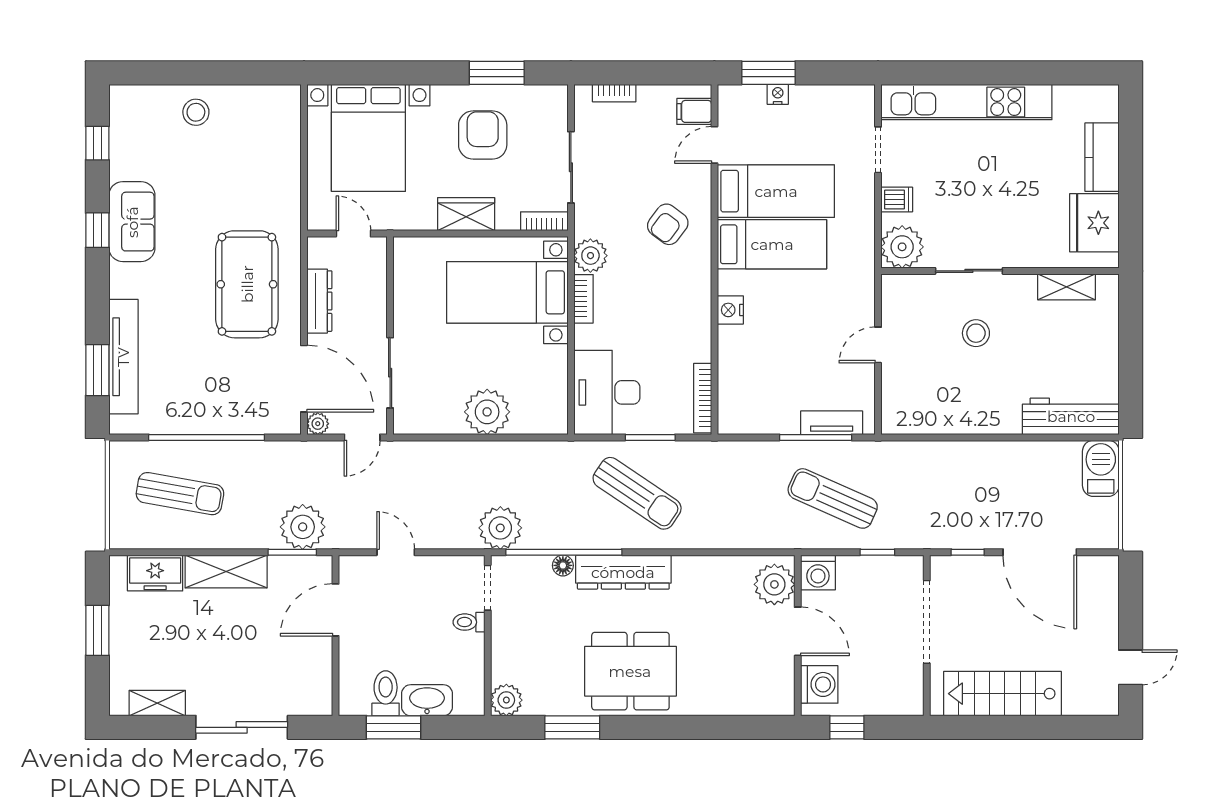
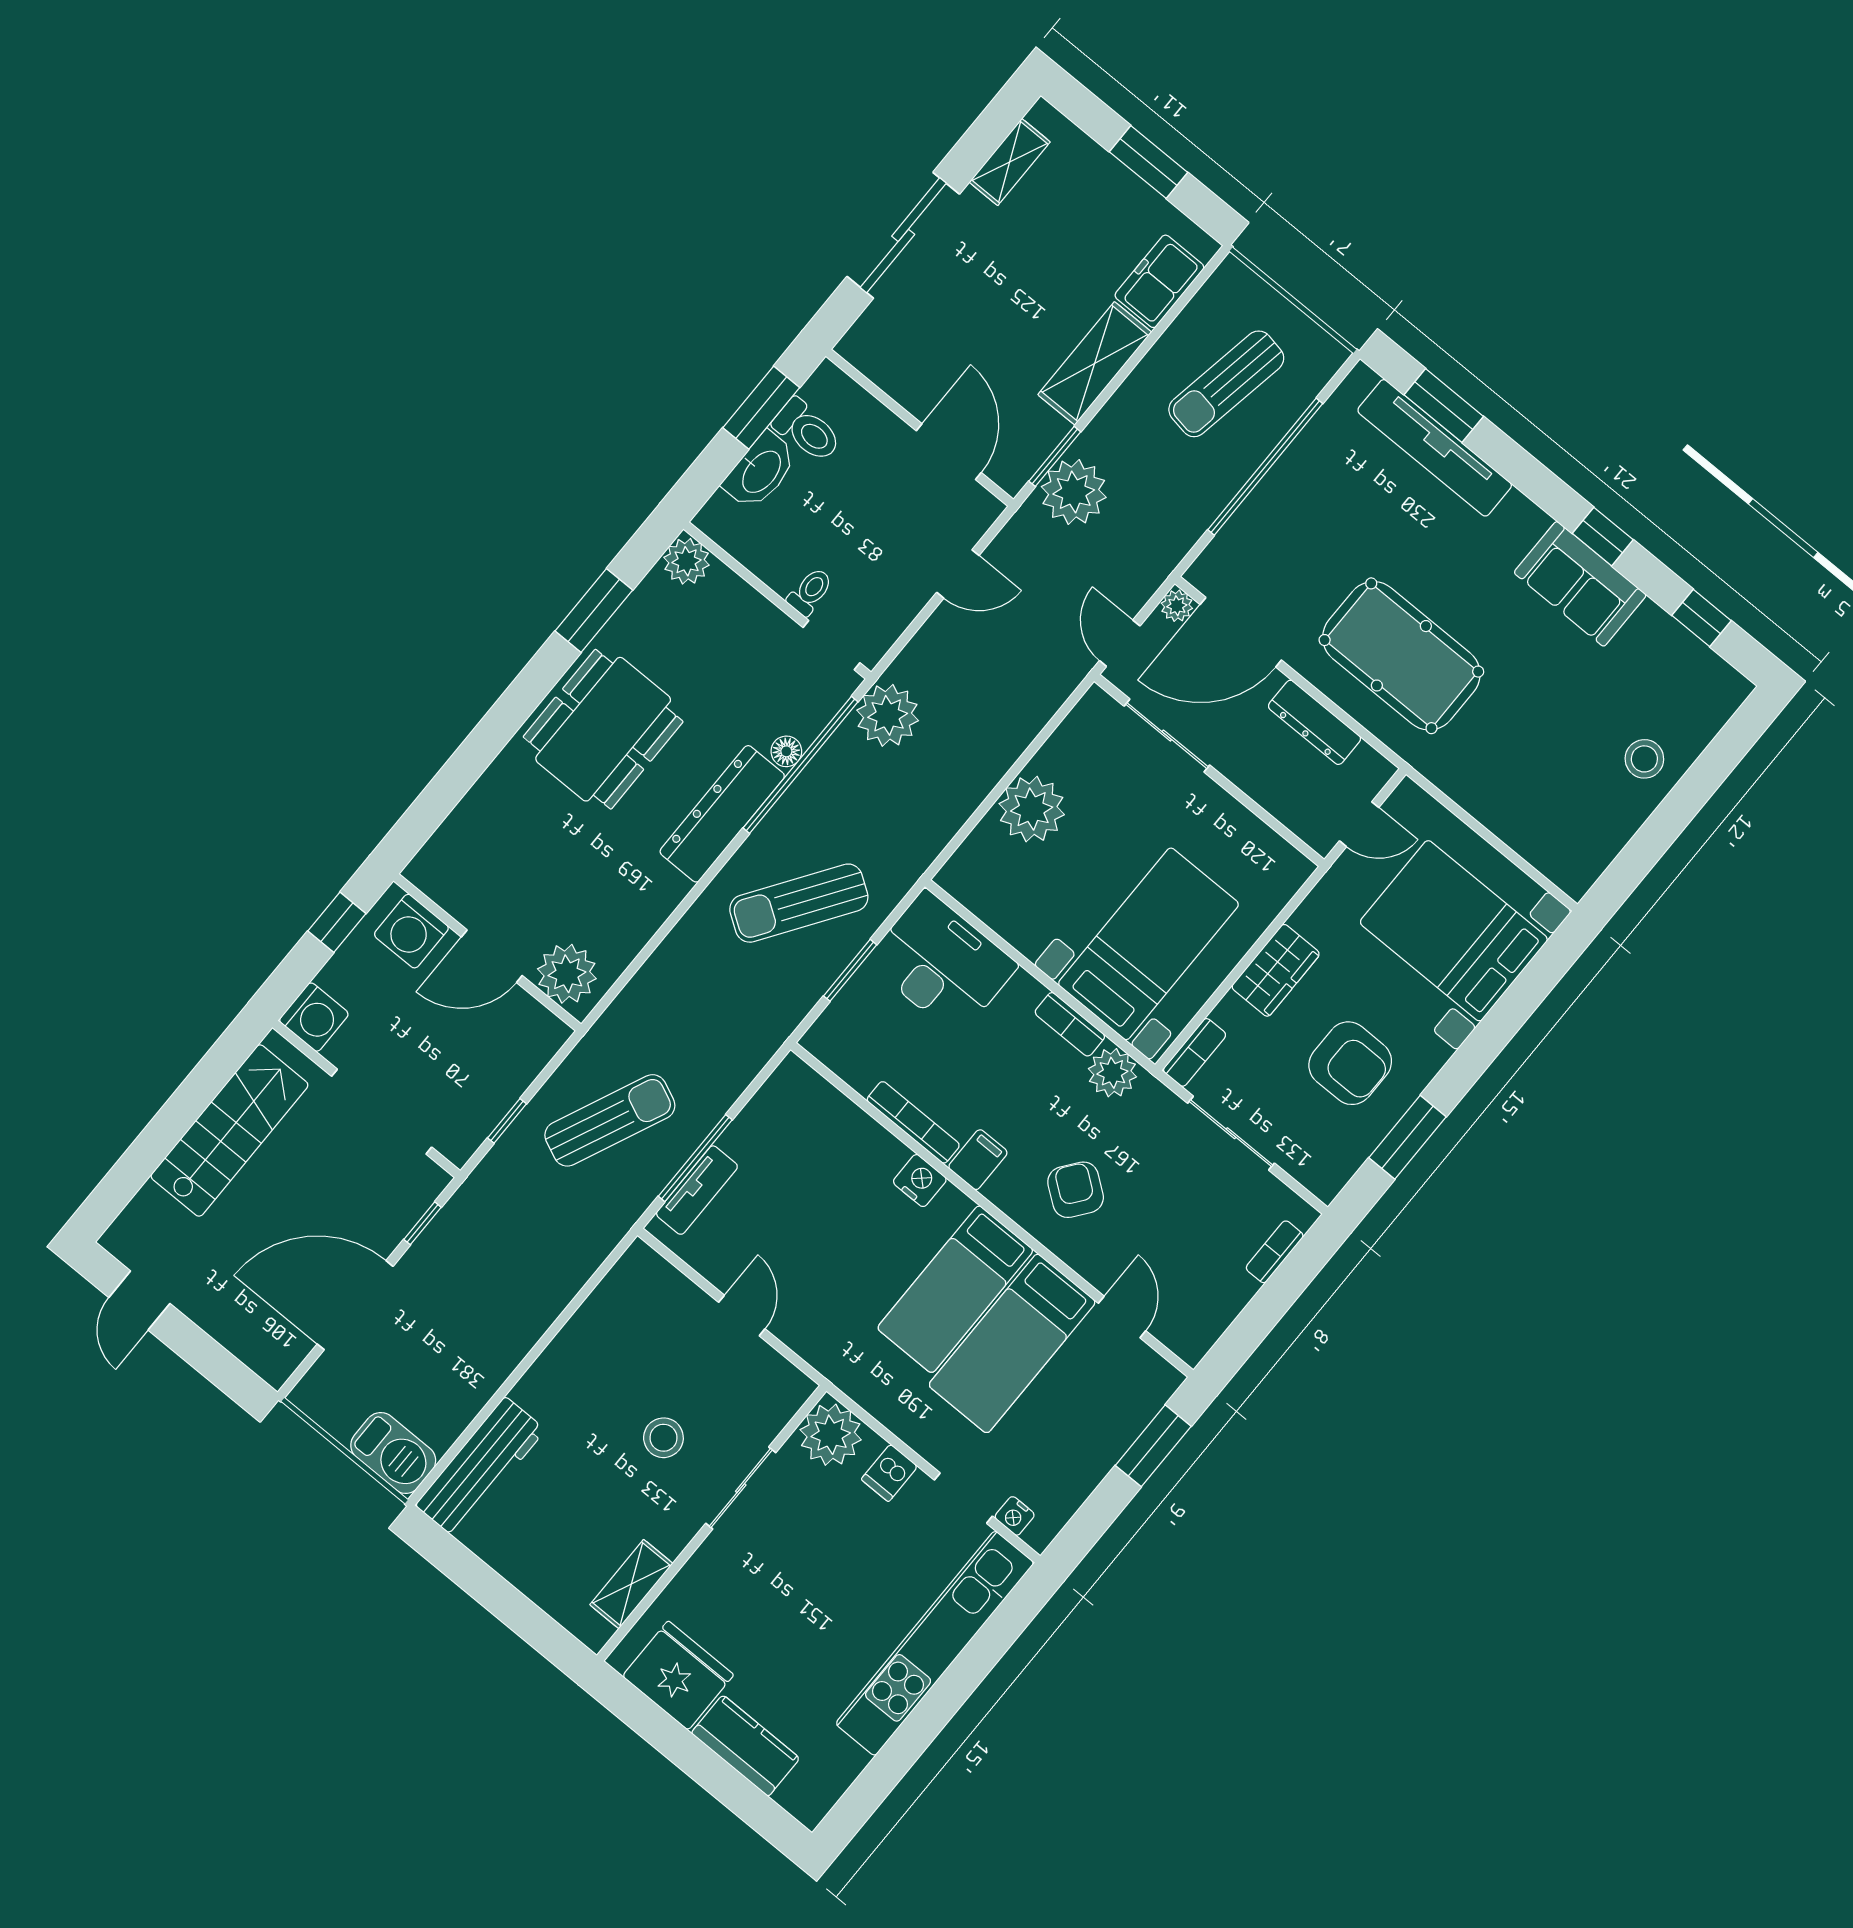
nightstand: (778, 94) -> (1015, 1516), moved, turned 90
filing cabinet: (694, 111) -> (978, 1160), moved
bookcase: (703, 398) -> (913, 1122), moved
washing machine: (818, 572) -> (314, 1017), moved, turned 180

